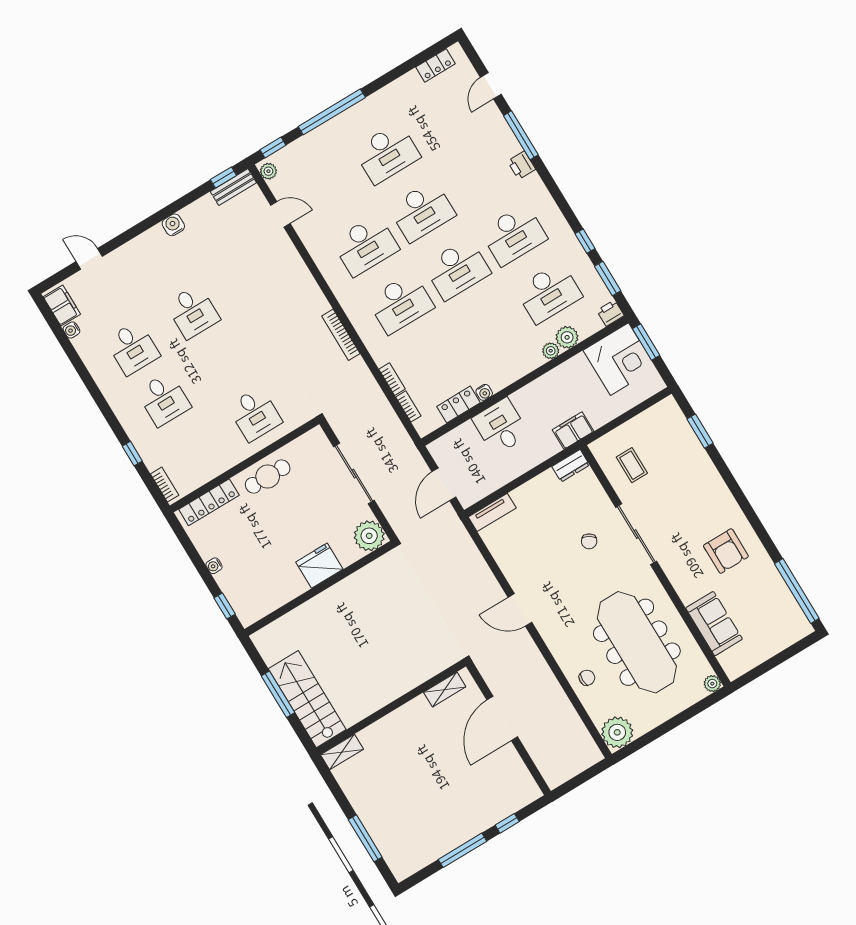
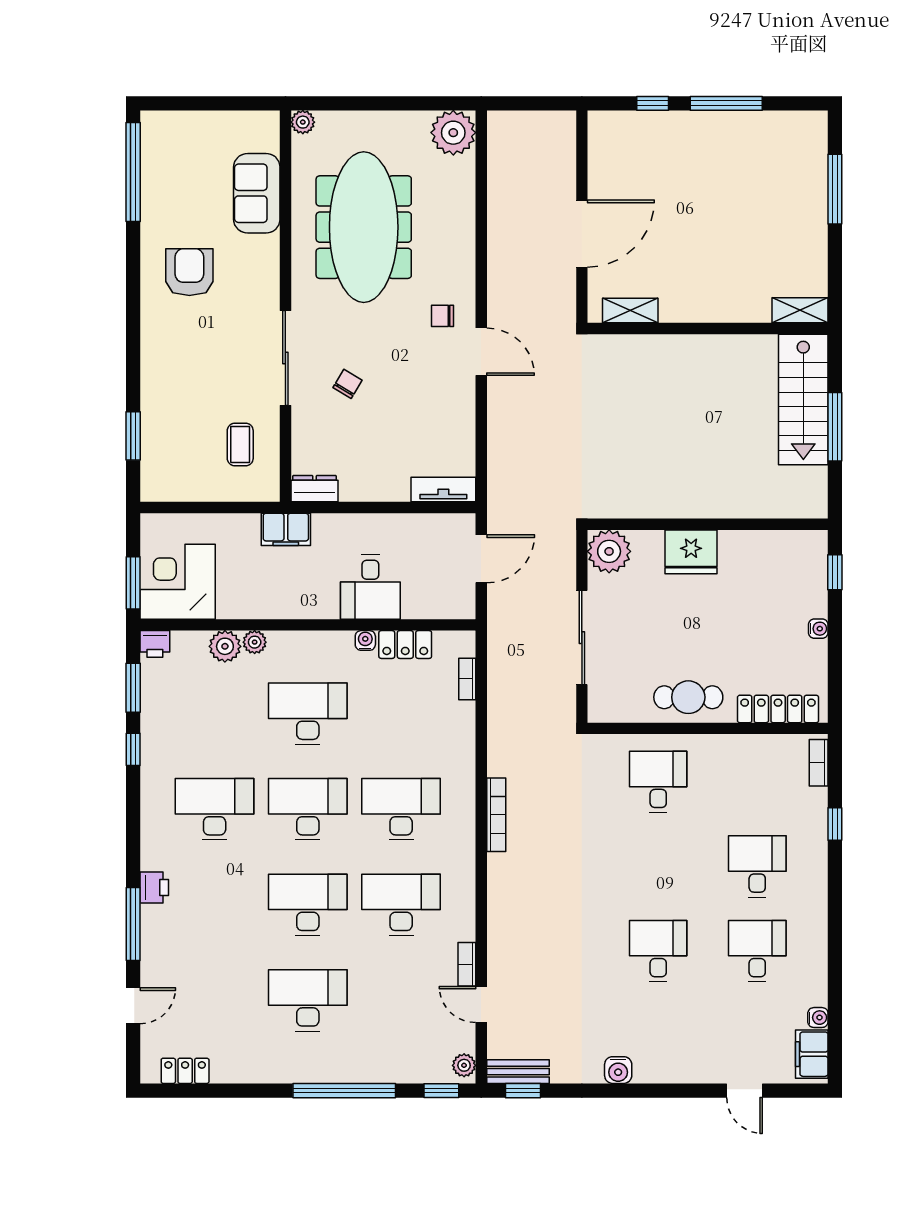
desk: (549, 293) -> (308, 714), moved
bookcase: (392, 379) -> (467, 964), moved
chair: (587, 678) -> (442, 316), moved

